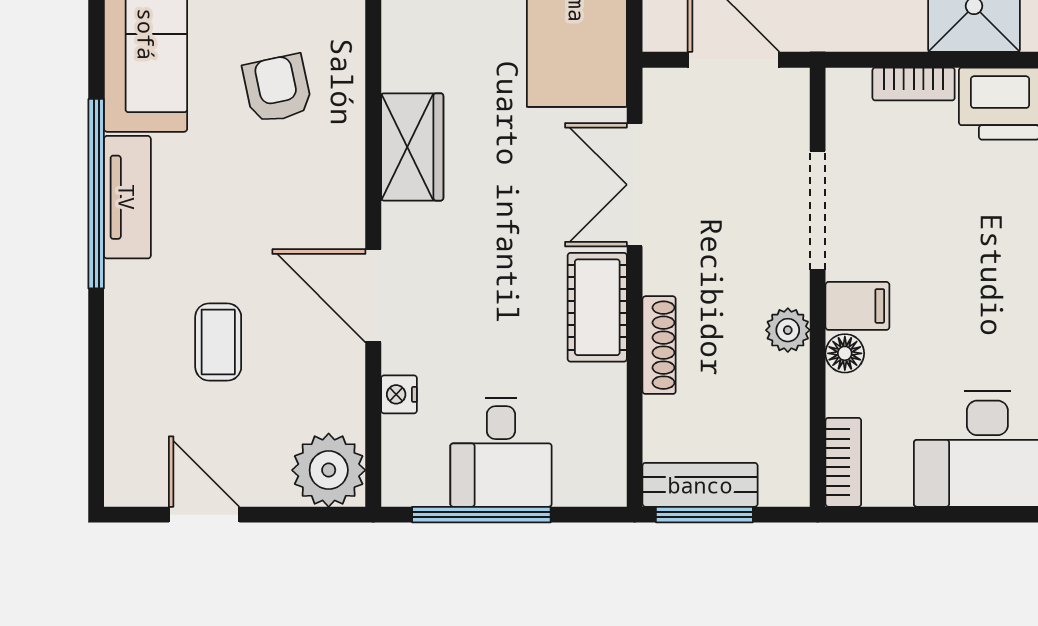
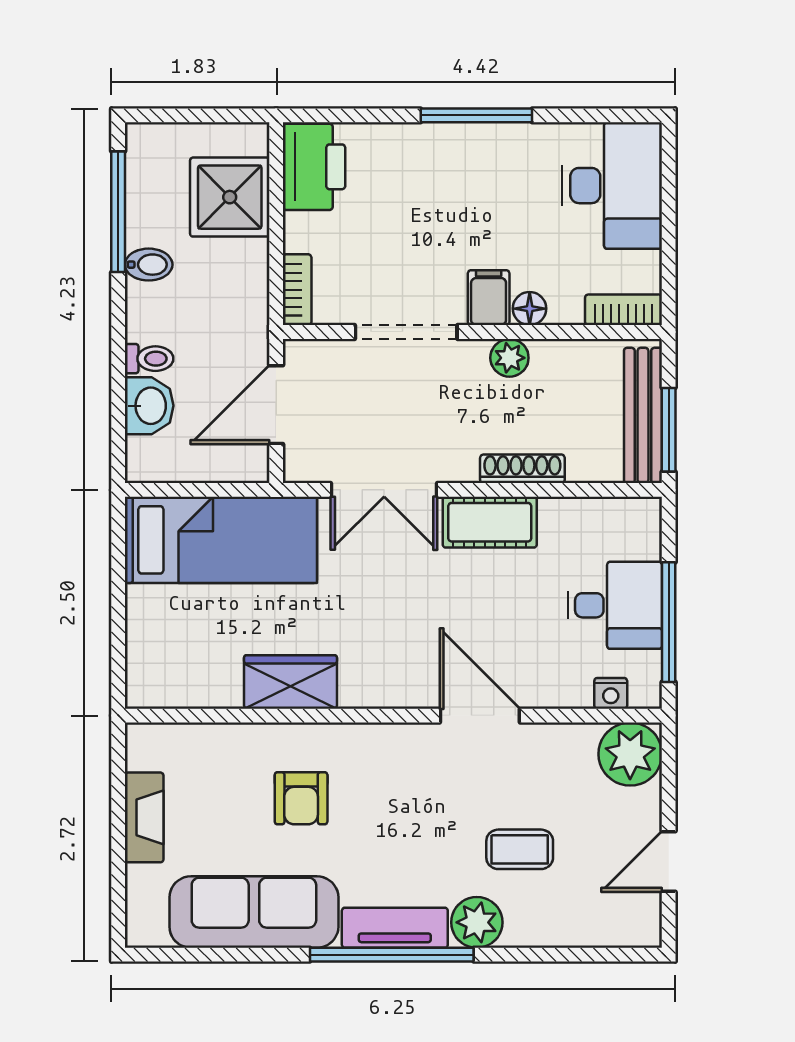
bookcase: (914, 84) -> (297, 290), moved
armchair: (277, 89) -> (301, 798), turned -78
wardrobe: (412, 147) -> (291, 682), moved
plant: (134, 292) -> (477, 922), added
door: (373, 296) -> (480, 716), swing flipped
nightstand: (399, 394) -> (611, 693), moved
bench: (700, 485) -> (643, 415), width x1.36

